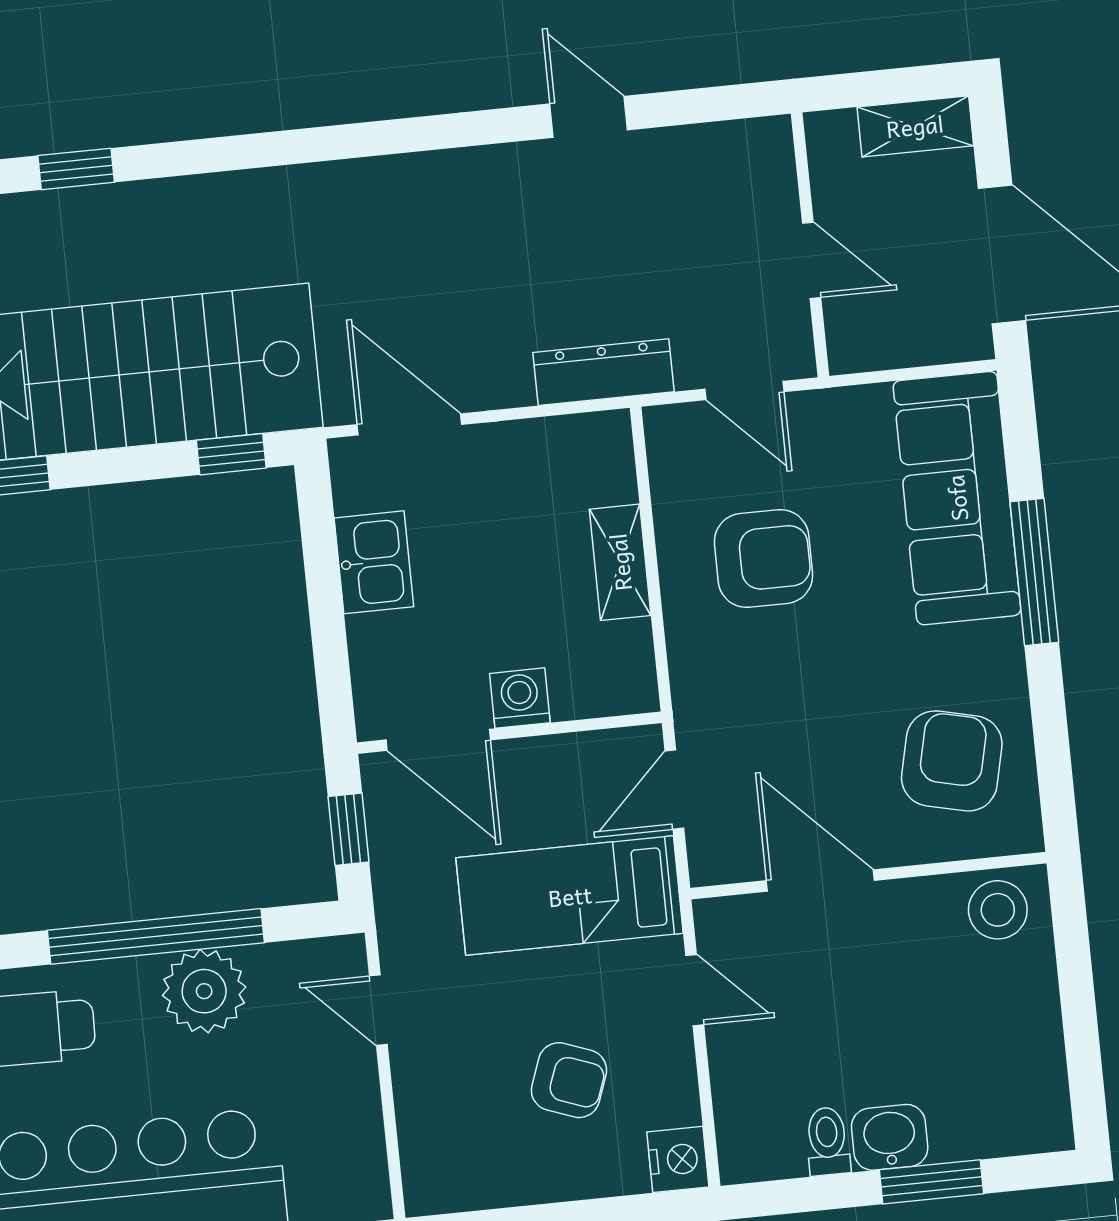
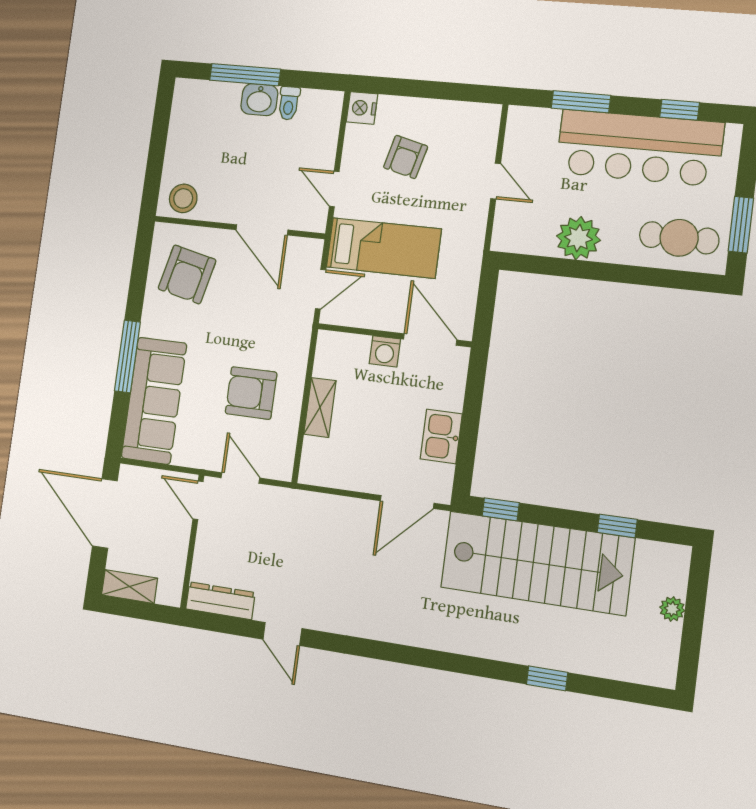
door: (812, 260) -> (198, 500), moved
dresser: (603, 372) -> (220, 601), moved, turned 180
door: (409, 424) -> (407, 502), hinge flipped
window: (348, 829) -> (486, 305), removed
window: (156, 936) -> (597, 271), removed
door: (378, 1010) -> (496, 181), moved
armchair: (569, 1080) -> (406, 157), turned -96
window: (932, 1182) -> (245, 75), width x1.44

